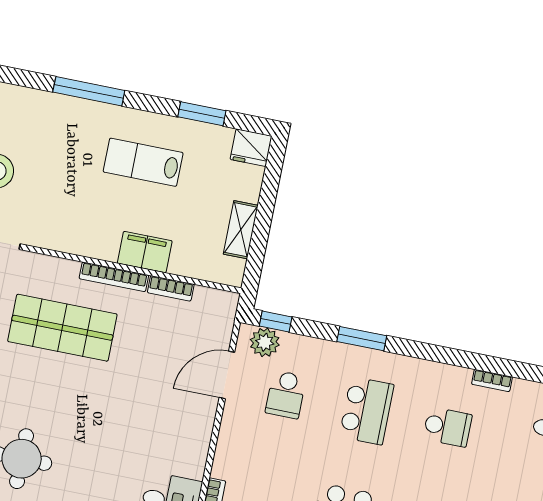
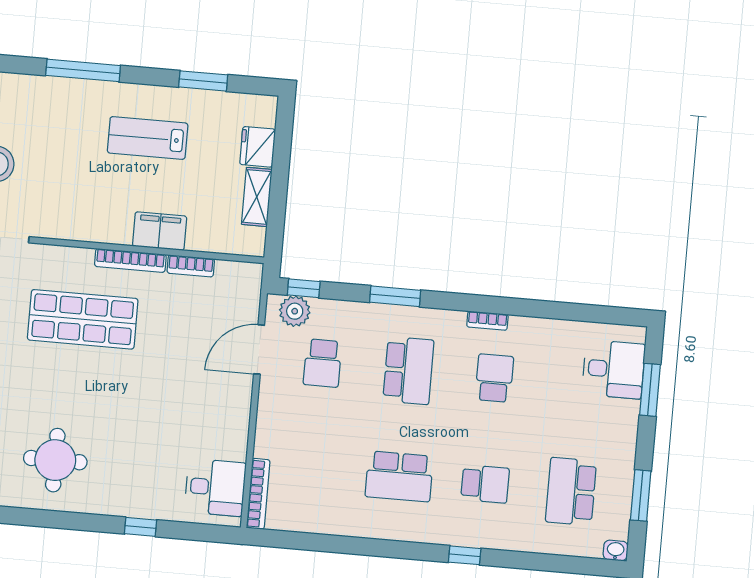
fridge: (251, 148) -> (258, 147), moved, turned 90
bookcase: (492, 381) -> (487, 321), moved
school desk: (447, 427) -> (494, 378), turned -90

